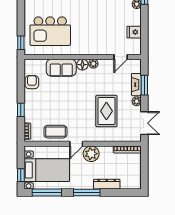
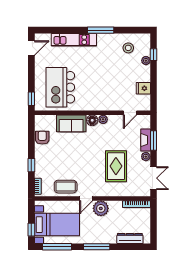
kitchen island: (50, 31) -> (60, 87), turned 90
dresser: (107, 184) -> (130, 238), moved

